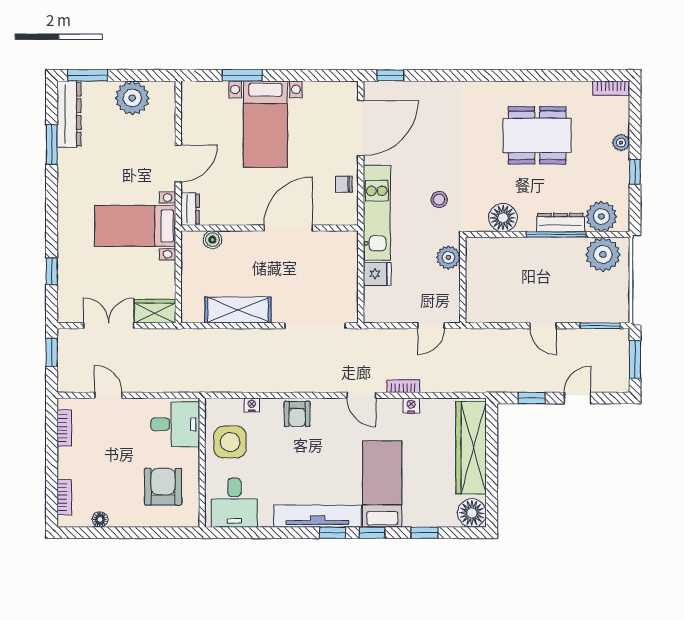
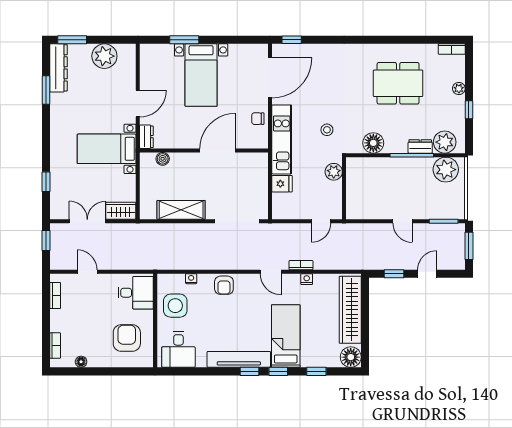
dresser: (560, 223) -> (420, 146), width x0.70

